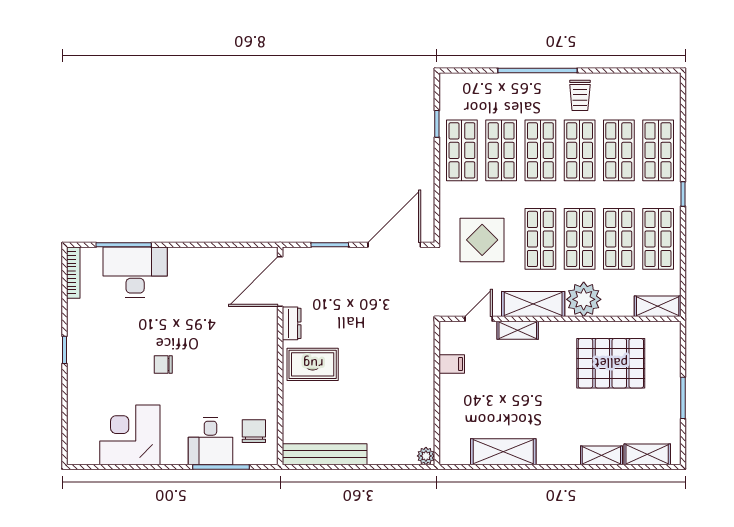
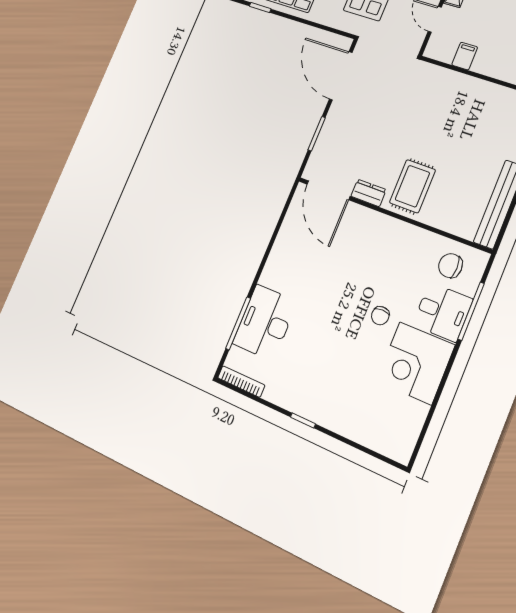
chair: (163, 364) -> (380, 316), moved
corner desk: (130, 435) -> (415, 363), moved

